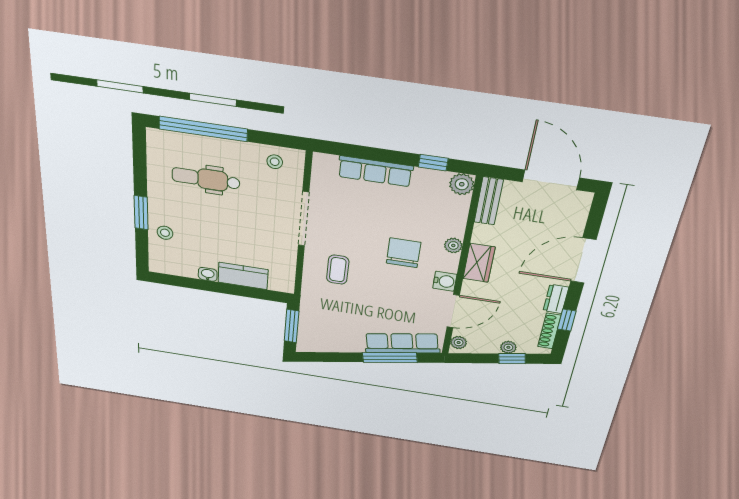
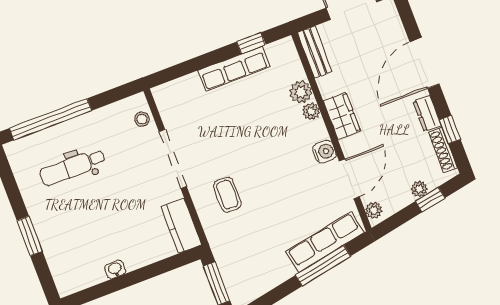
stool: (275, 162) -> (142, 119), moved
row of seats: (375, 171) -> (234, 69), moved
plant: (462, 184) -> (301, 92), moved
stool: (165, 233) -> (59, 245), removed
chair: (404, 253) -> (274, 143), removed
kitchen counter: (243, 276) -> (181, 226), moved, turned -90

